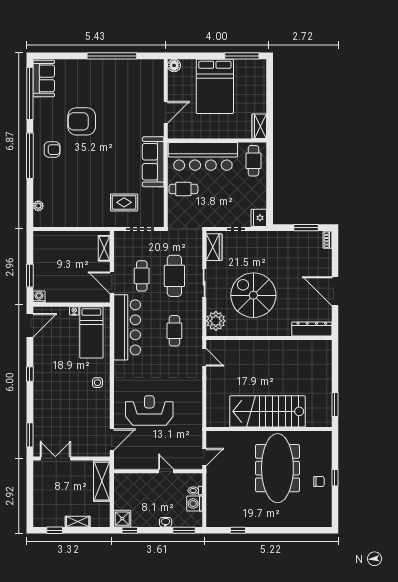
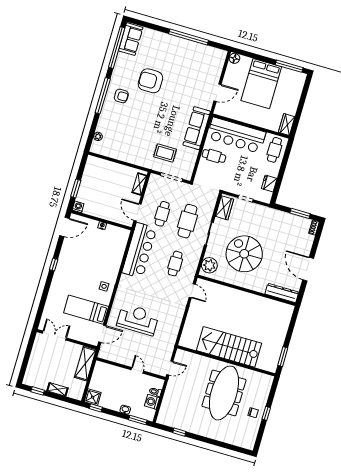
fridge: (259, 218) -> (269, 184), moved
bed: (91, 332) -> (86, 310), moved, turned 90
window: (30, 435) -> (40, 312), removed

